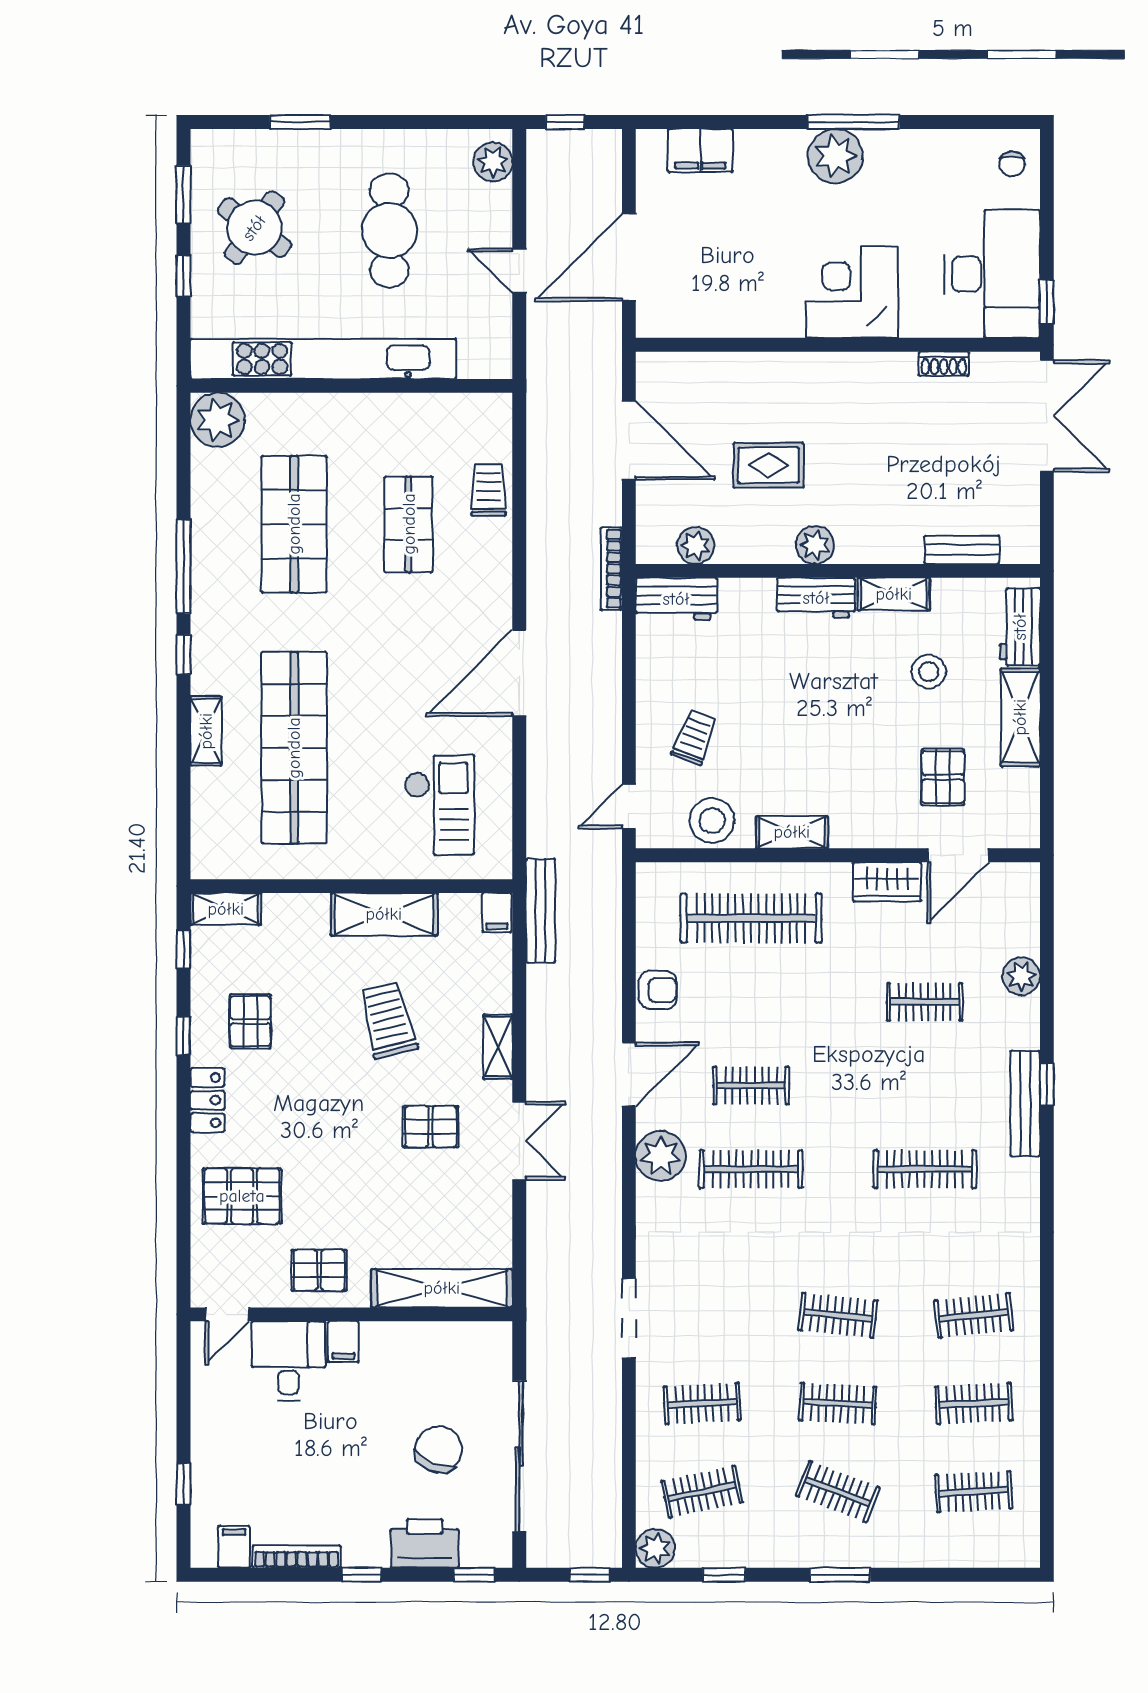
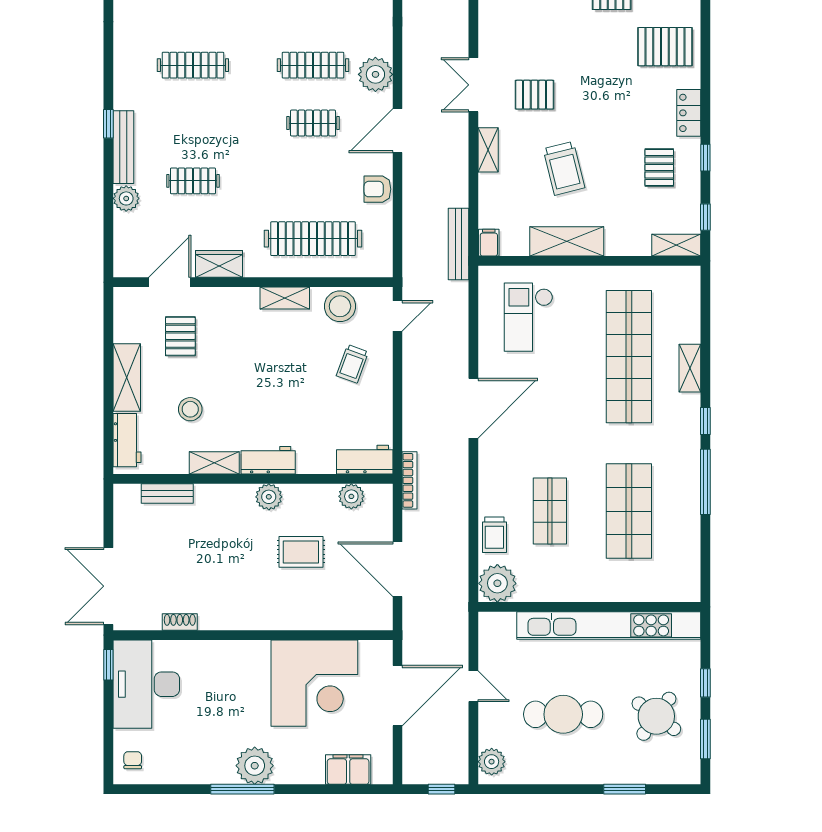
cafe table: (389, 230) -> (563, 714), turned 90
corner desk: (852, 292) -> (314, 683), moved, width x1.36, depth x1.36
plant: (217, 420) -> (497, 583), moved
bench: (1025, 1103) -> (123, 147), moved

